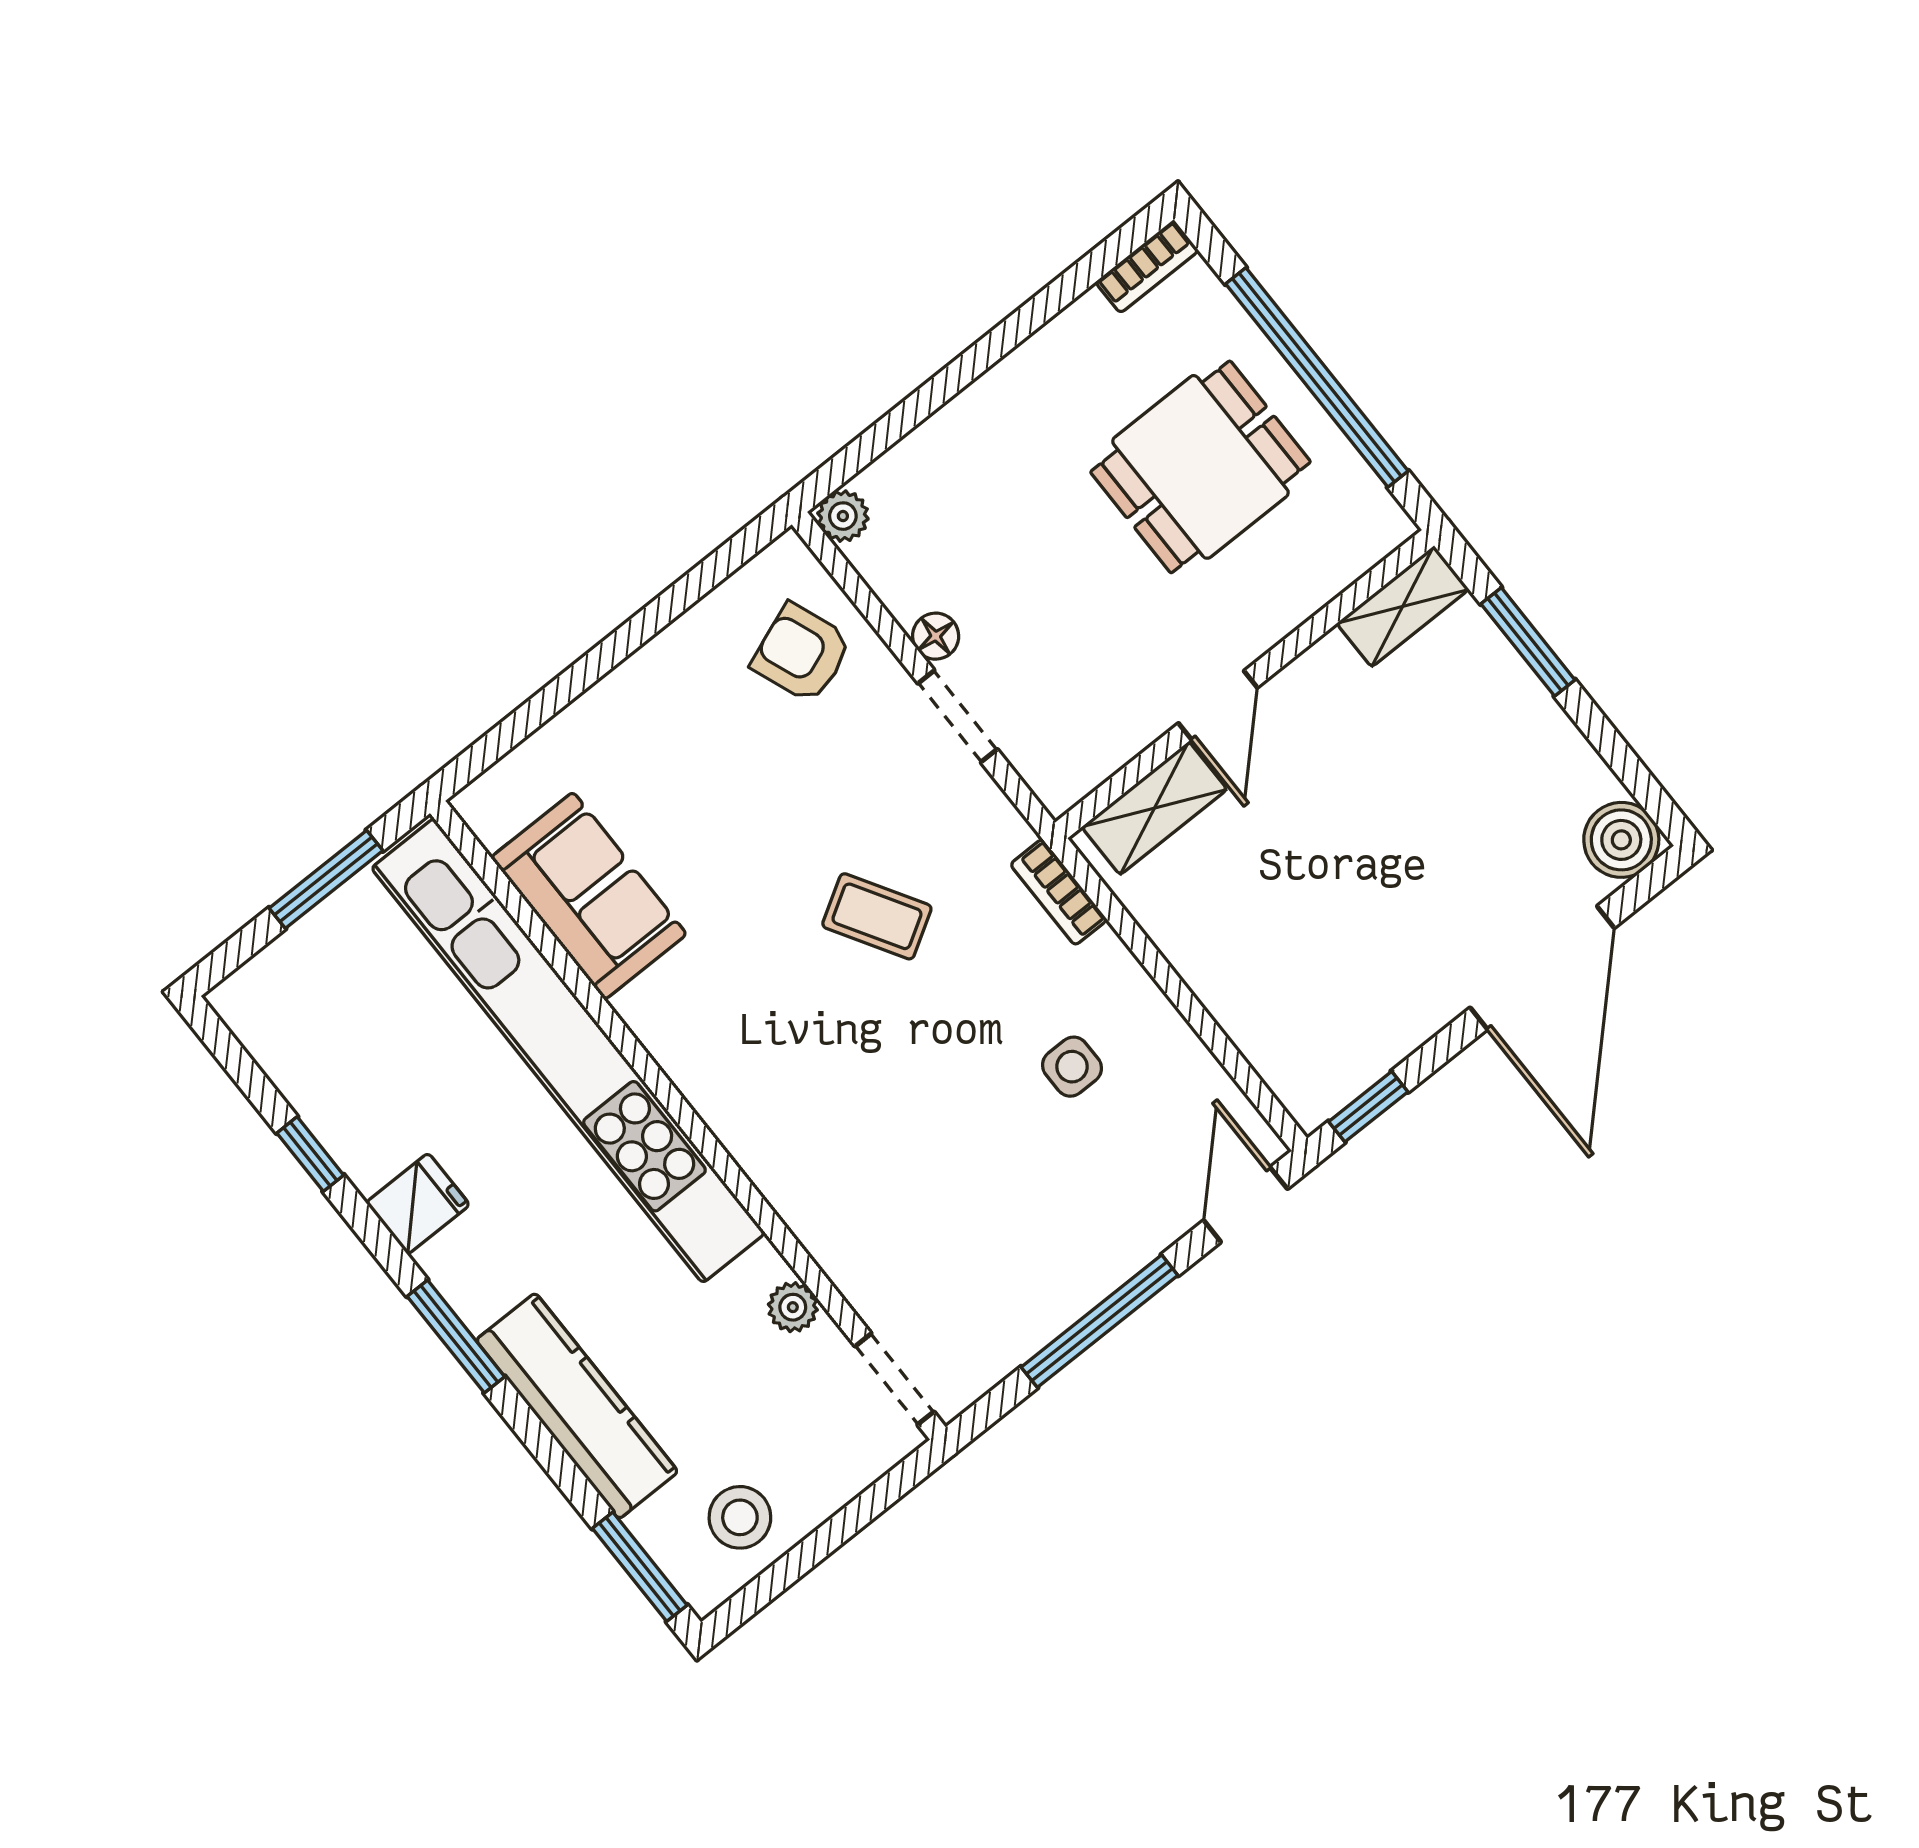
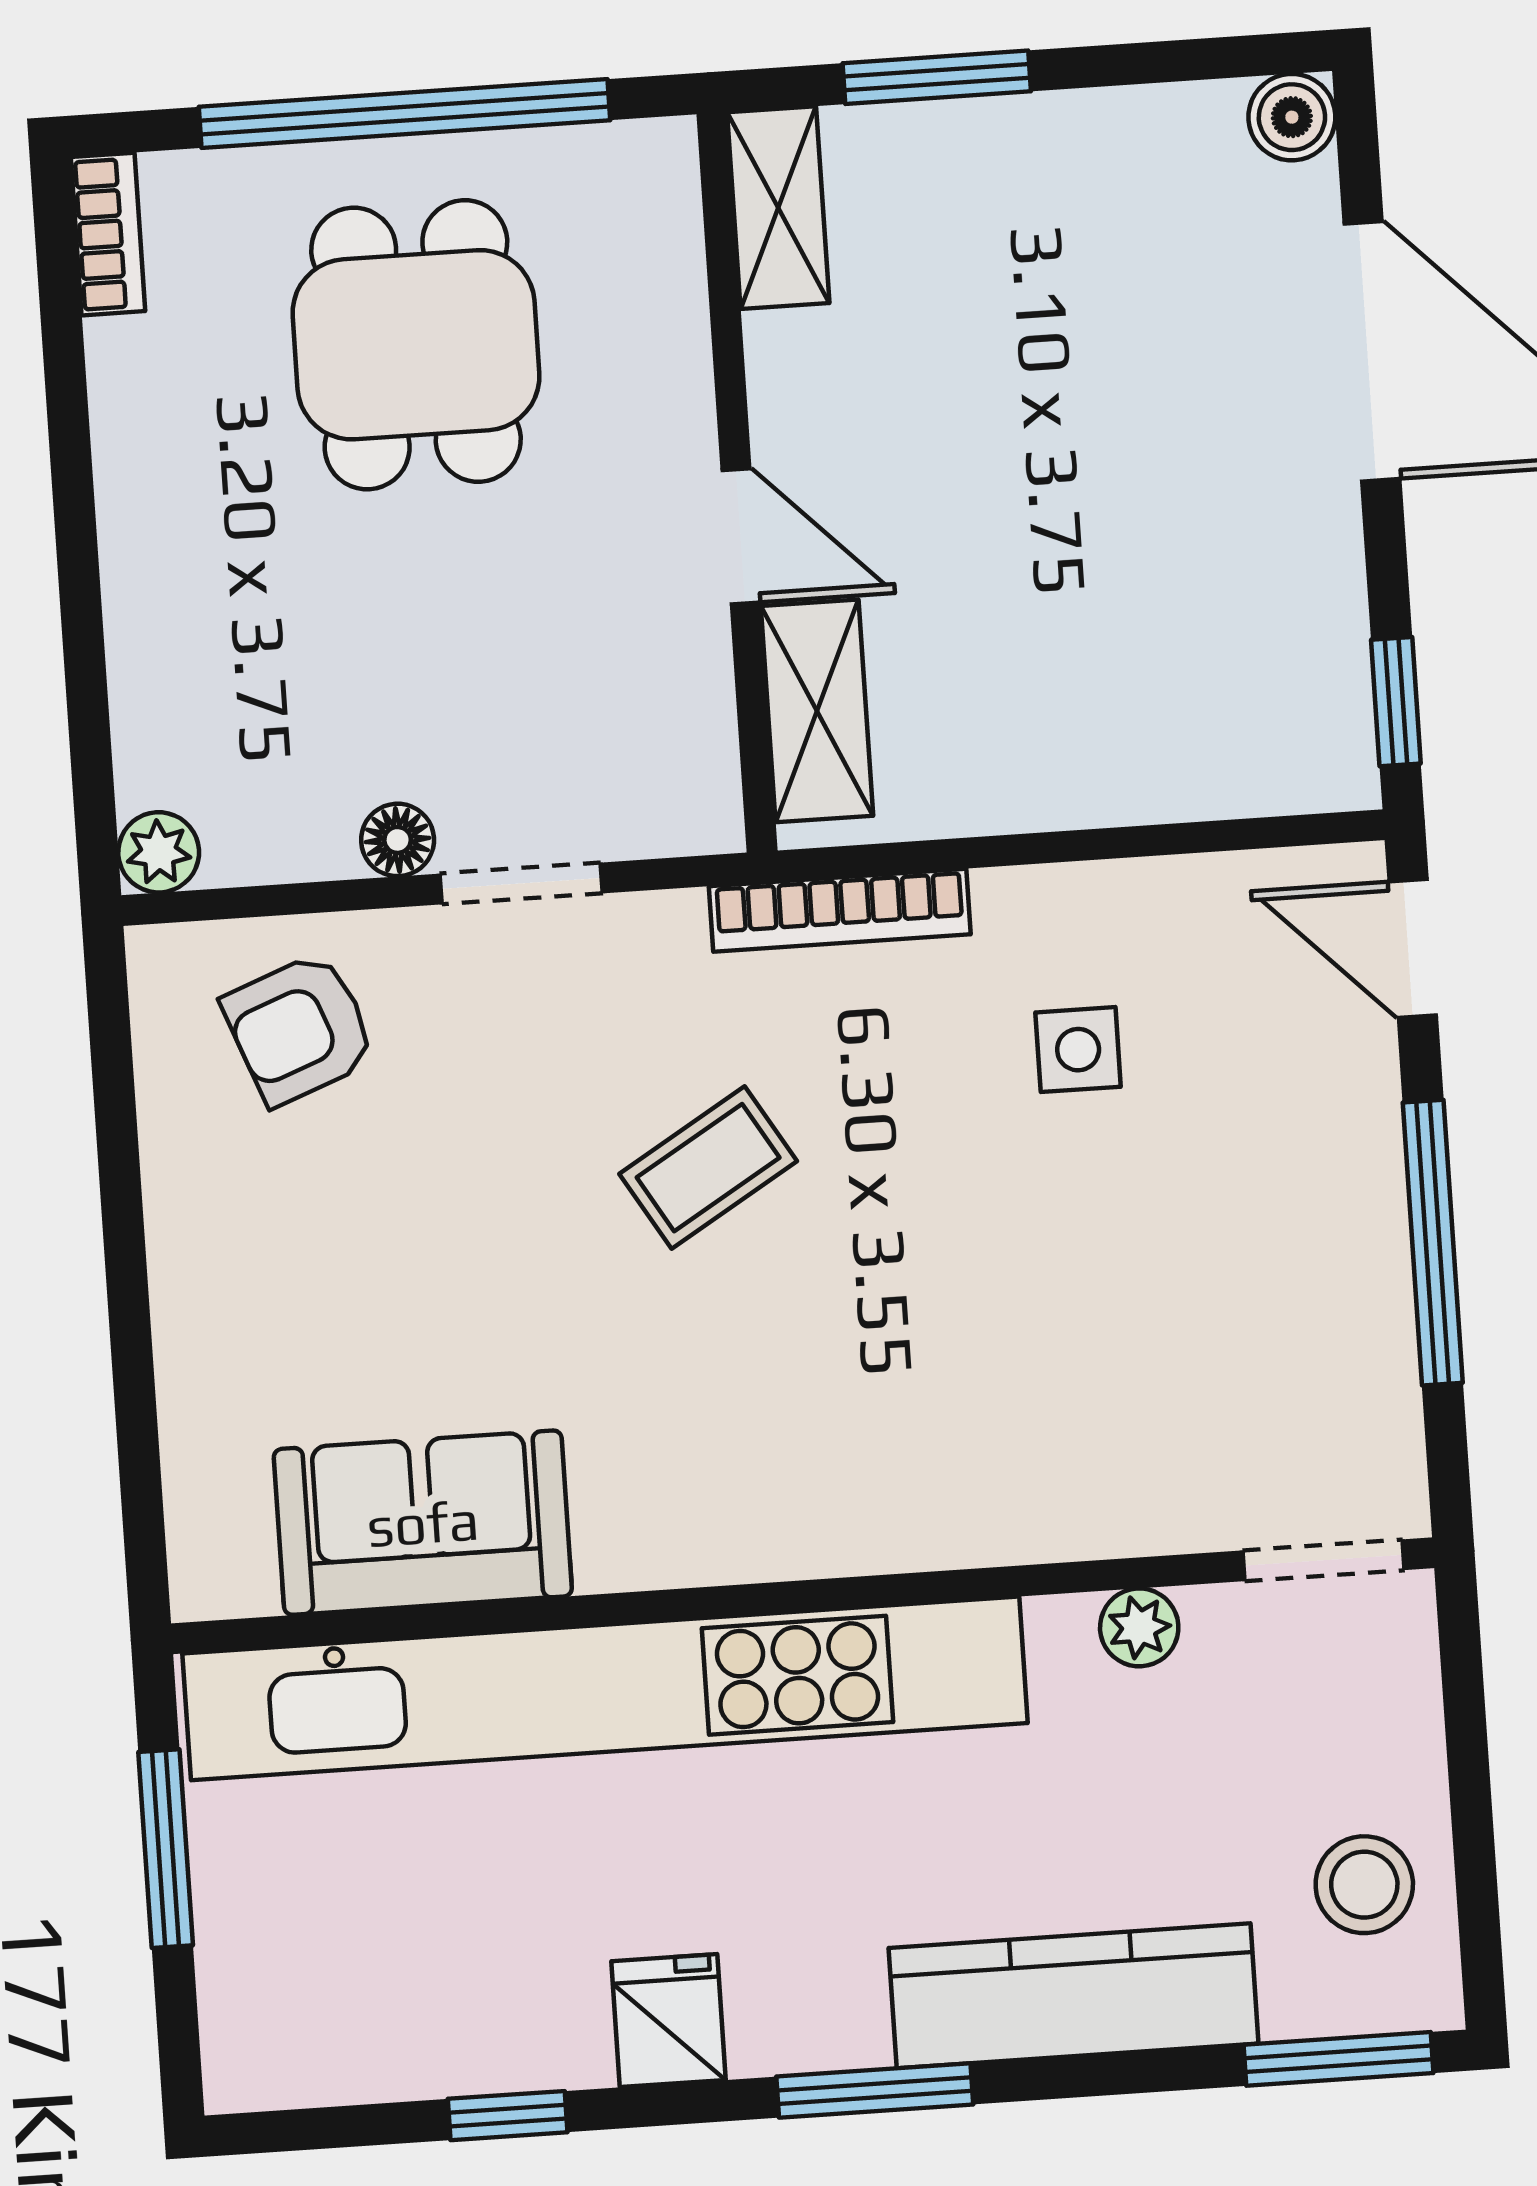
boiler: (1621, 840) -> (1292, 117), width x0.73, depth x0.73
bookcase: (1059, 892) -> (840, 910), width x1.56

